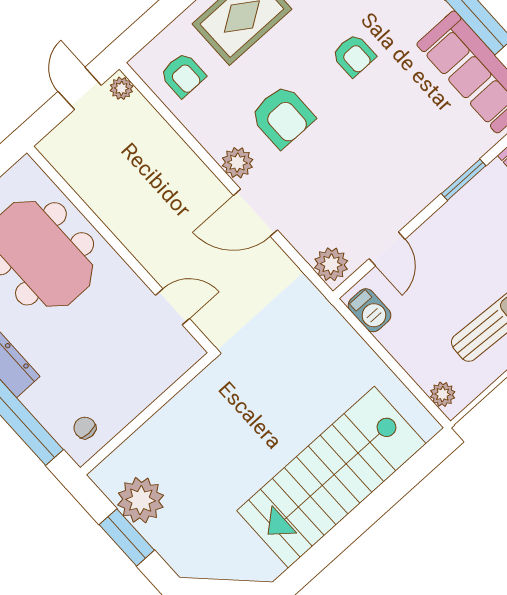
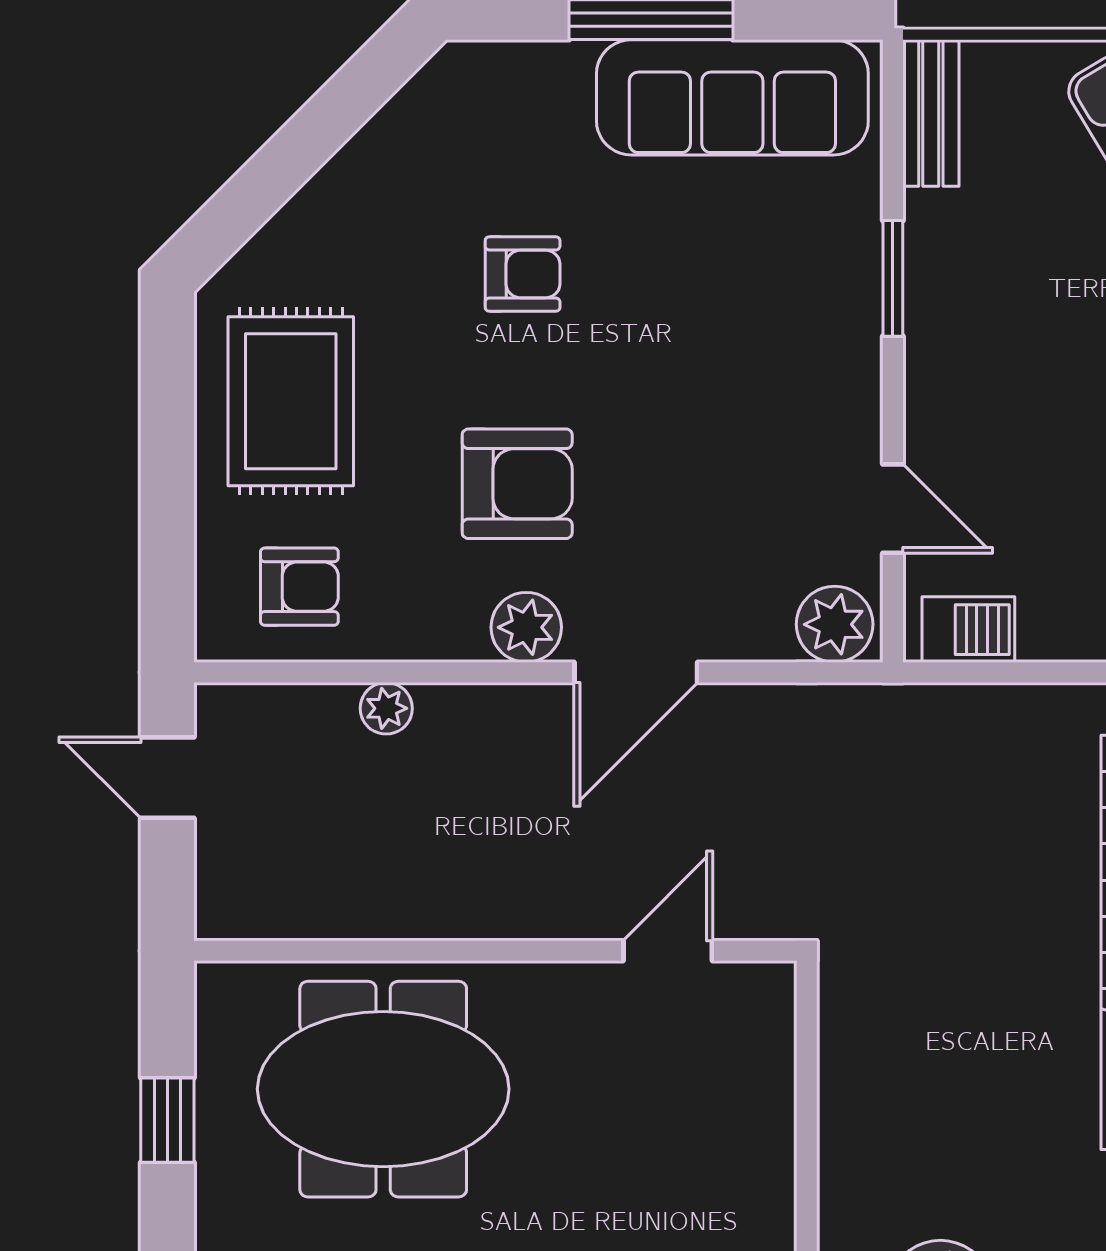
plant: (121, 88) -> (386, 708), moved

